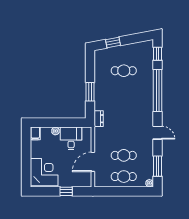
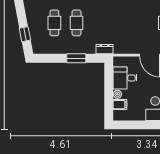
filing cabinet: (35, 133) -> (120, 105), moved
cafe table: (124, 155) -> (77, 23), moved

